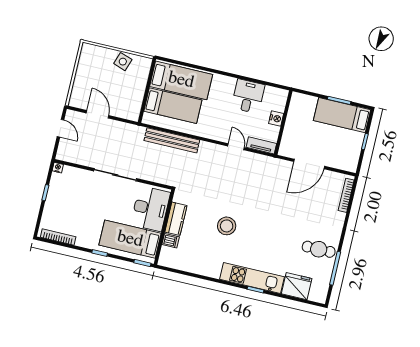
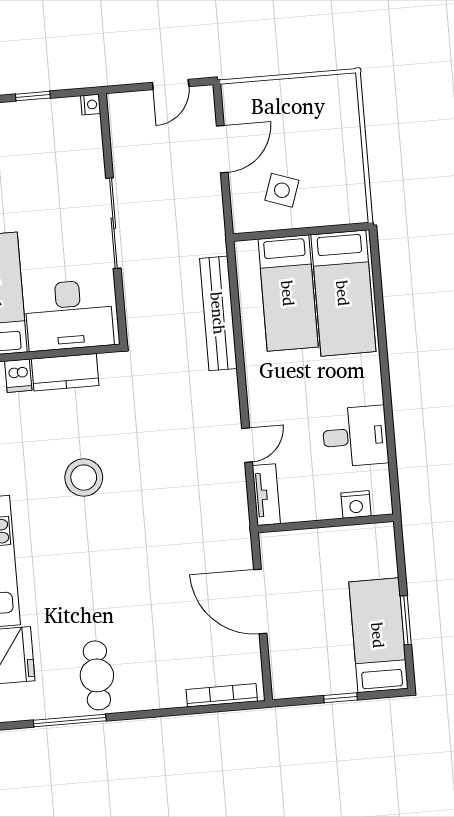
side table: (123, 62) -> (282, 190), moved
nightstand: (276, 118) -> (356, 504), moved

